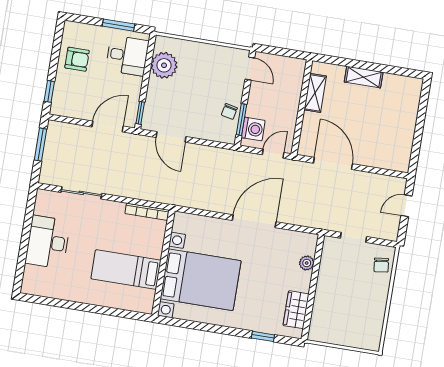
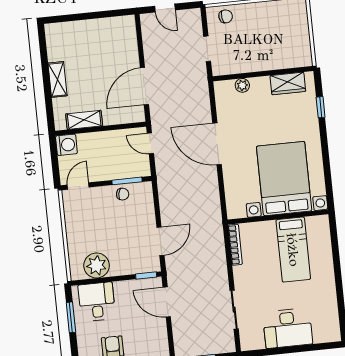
washing machine: (253, 129) -> (66, 145), moved, turned 90

